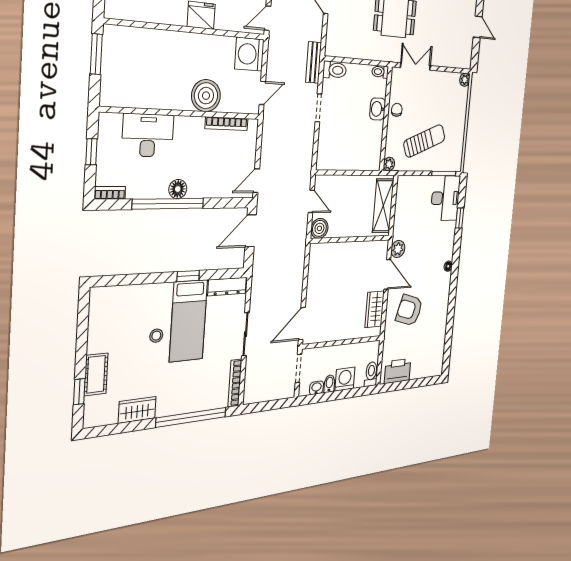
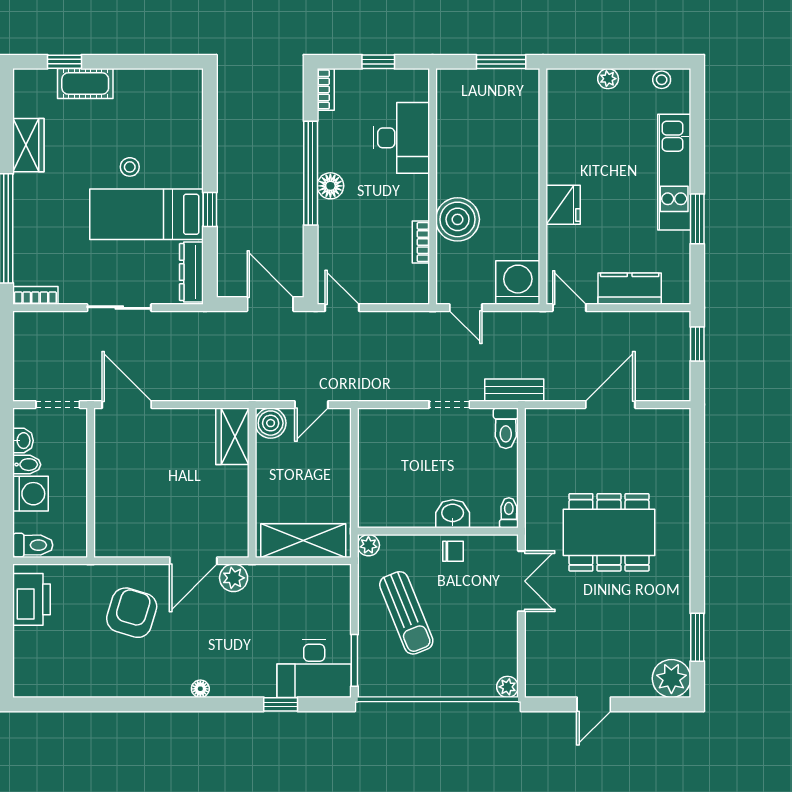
bookcase: (227, 124) -> (421, 242), width x0.64
wardrobe: (375, 309) -> (232, 436), moved, turned -90
bookcase: (235, 383) -> (35, 295), width x0.64

